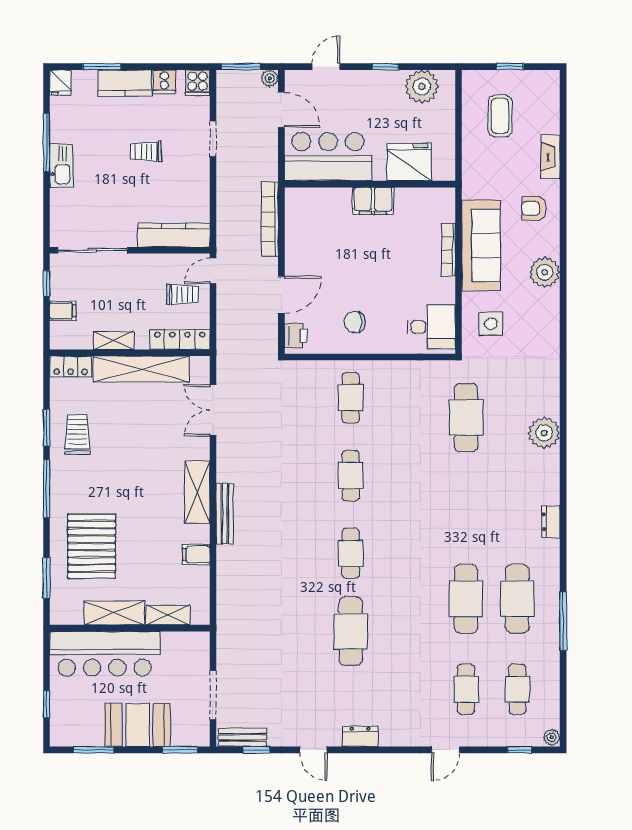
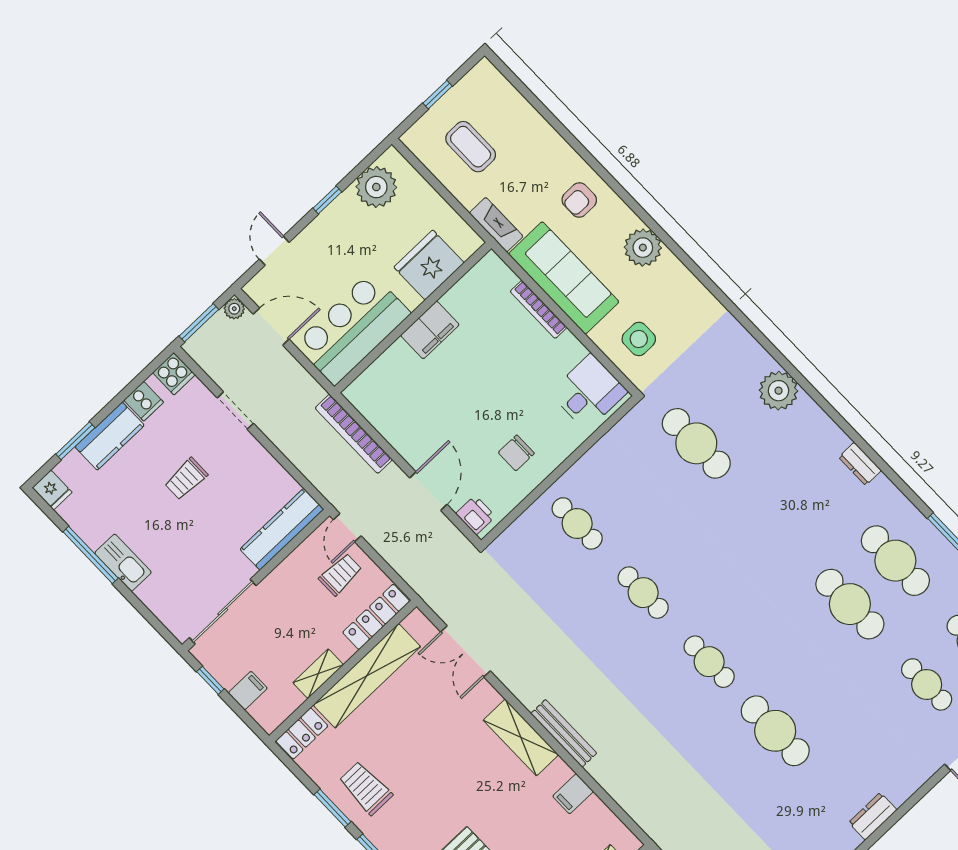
fireplace: (550, 157) -> (496, 225), moved, turned 180

